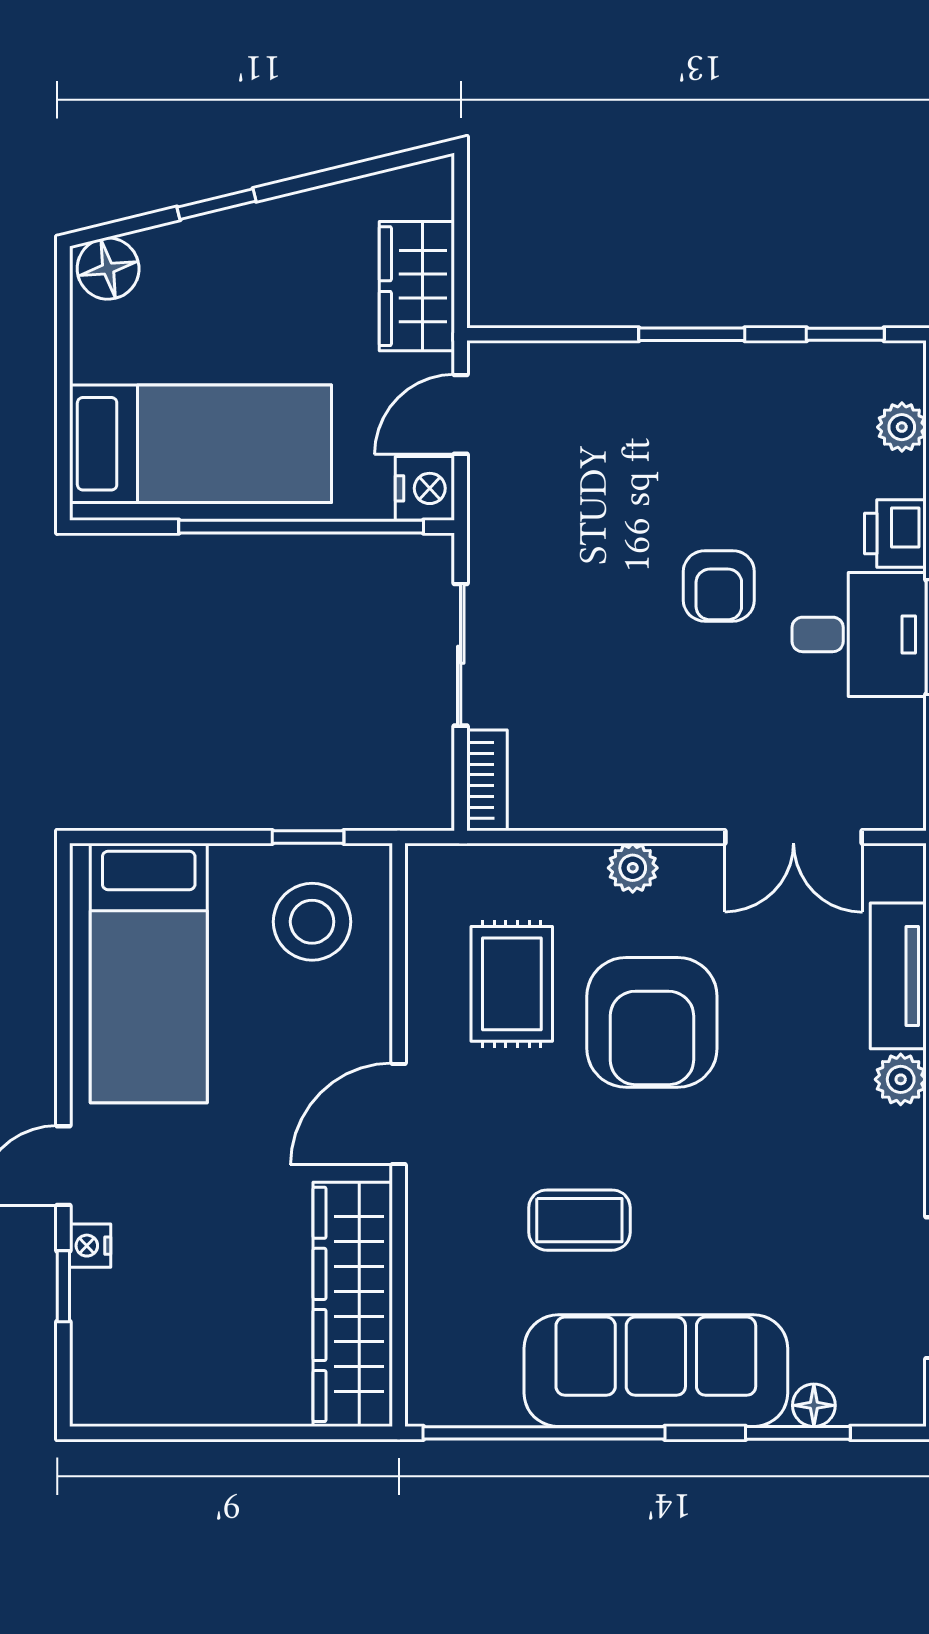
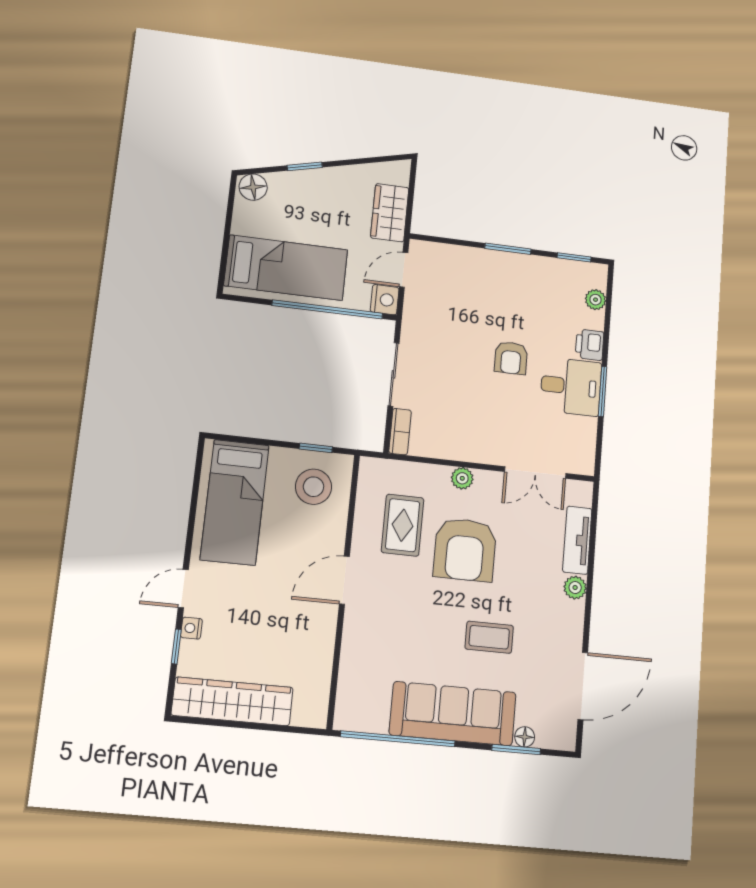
coffee table: (579, 1220) -> (489, 637), moved
wardrobe: (353, 1304) -> (232, 701), moved, turned 90

